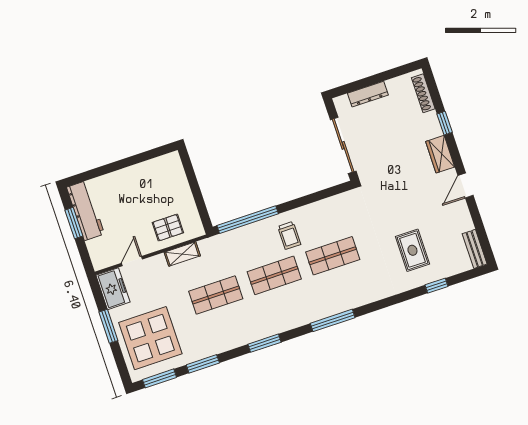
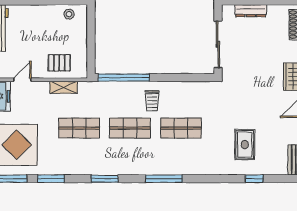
stool: (160, 168) -> (69, 14), added

